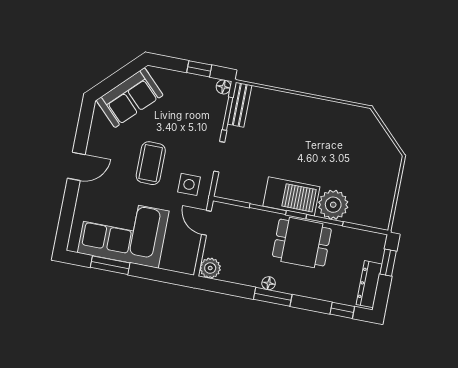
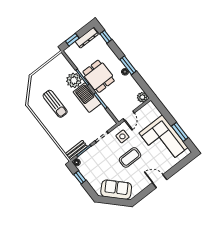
sun lounger: (331, 146) -> (55, 104), added

